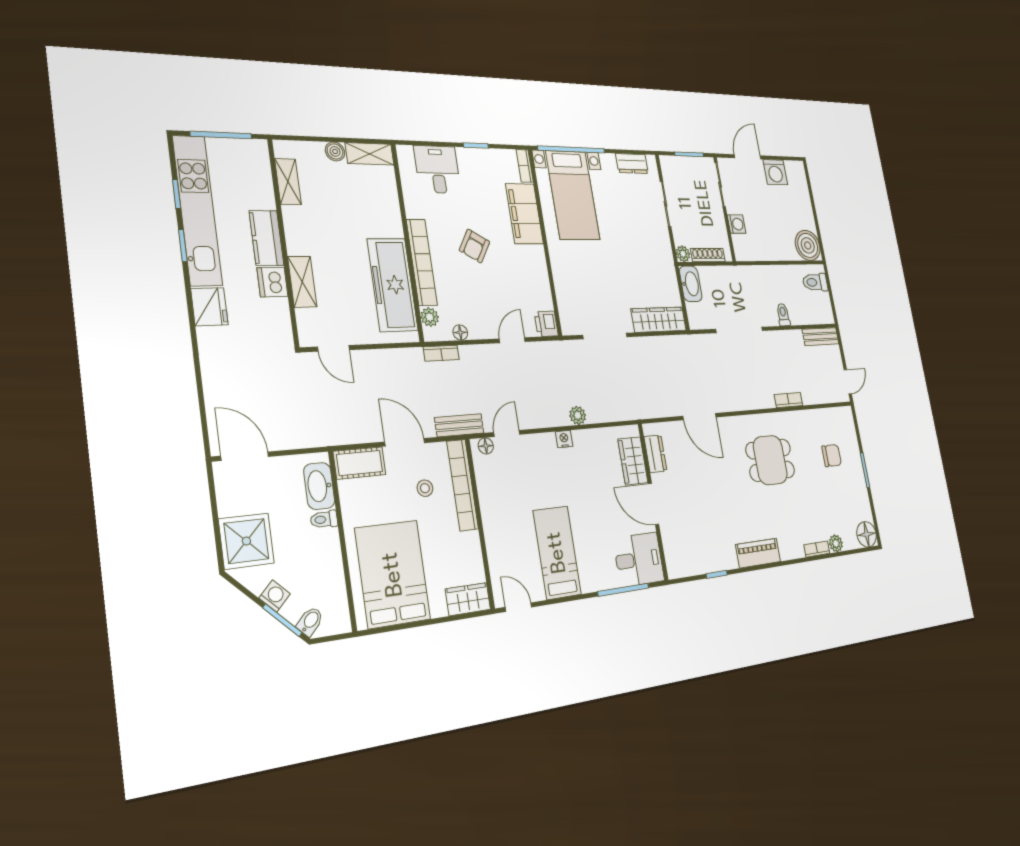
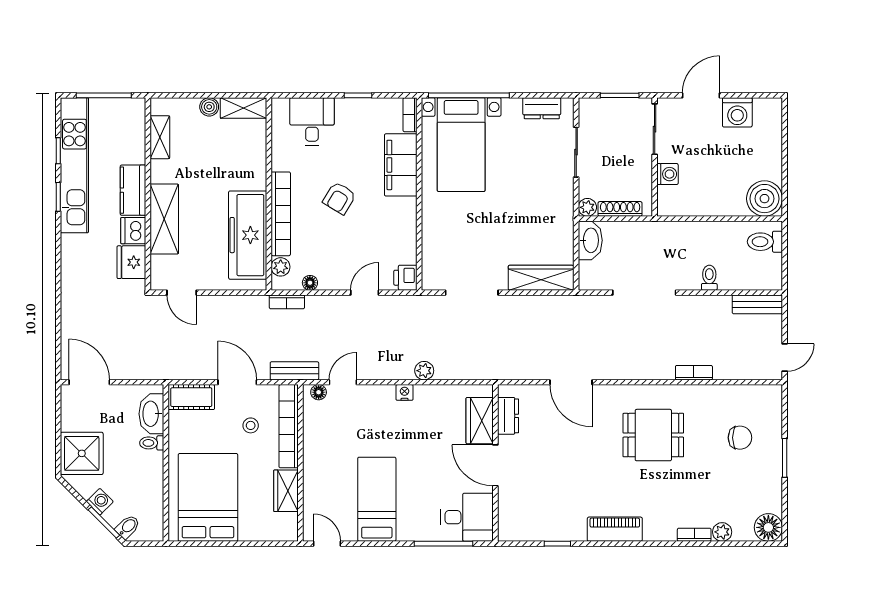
shelving: (302, 282) -> (164, 219), width x1.50, depth x1.33
fridge: (209, 307) -> (131, 262), moved, turned 180
wardrobe: (468, 599) -> (286, 491), moved, turned -90

